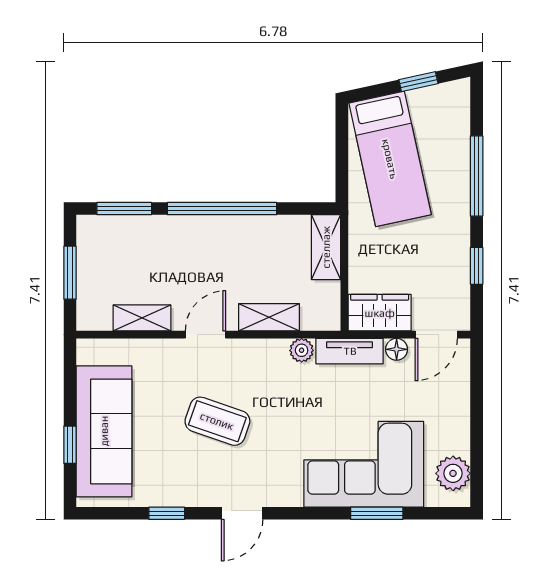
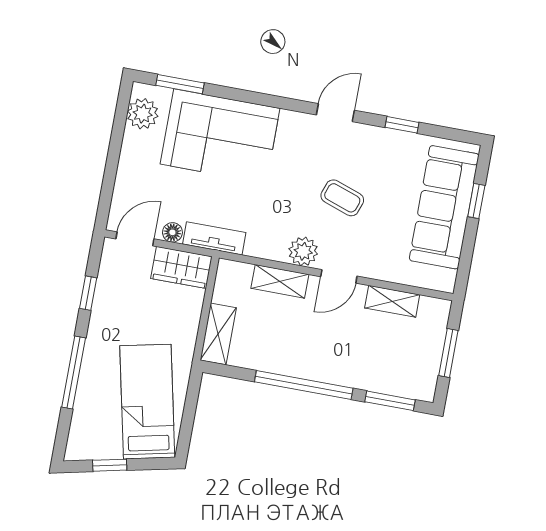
plant: (302, 350) -> (303, 251), moved, width x1.38, depth x1.38
coffee table: (217, 421) -> (342, 198), width x0.73, depth x0.77
window: (377, 513) -> (180, 84), moved

